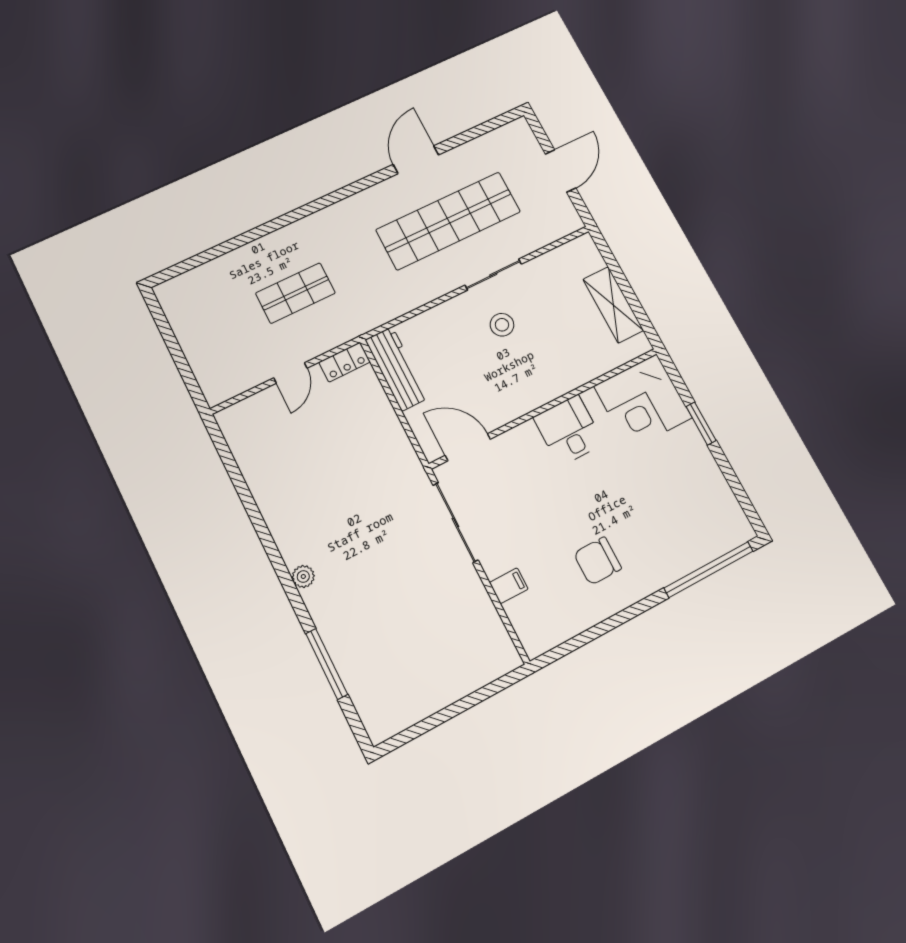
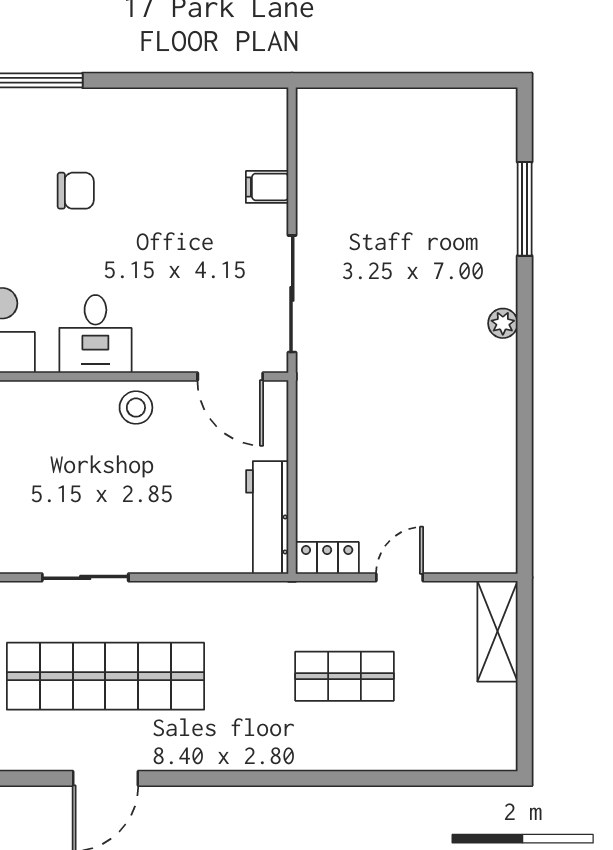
stool: (502, 325) -> (136, 408), moved
shelving: (208, 370) -> (497, 631), added
chair: (598, 561) -> (76, 191), moved, width x0.73, depth x0.73

